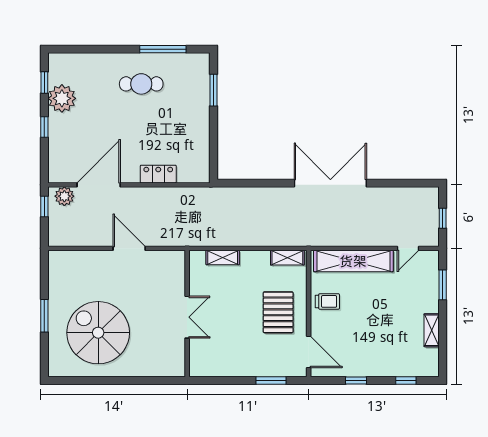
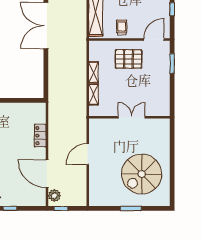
shelving: (287, 258) -> (94, 72), moved

